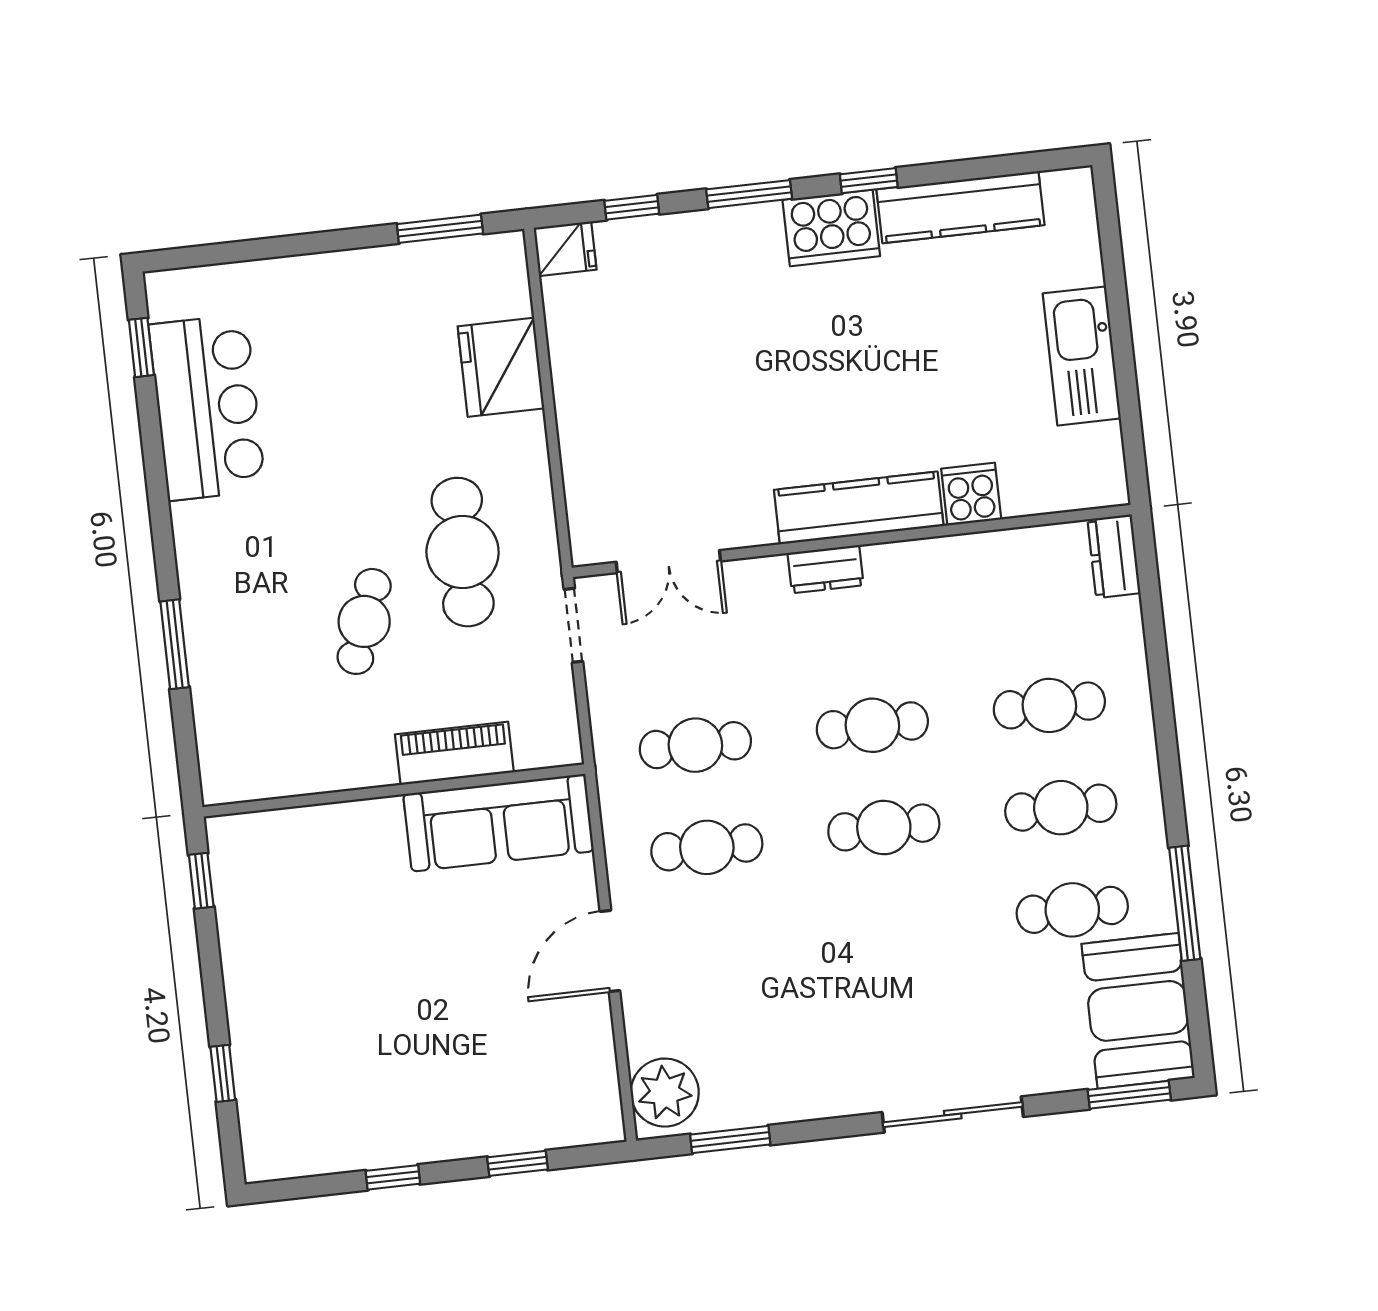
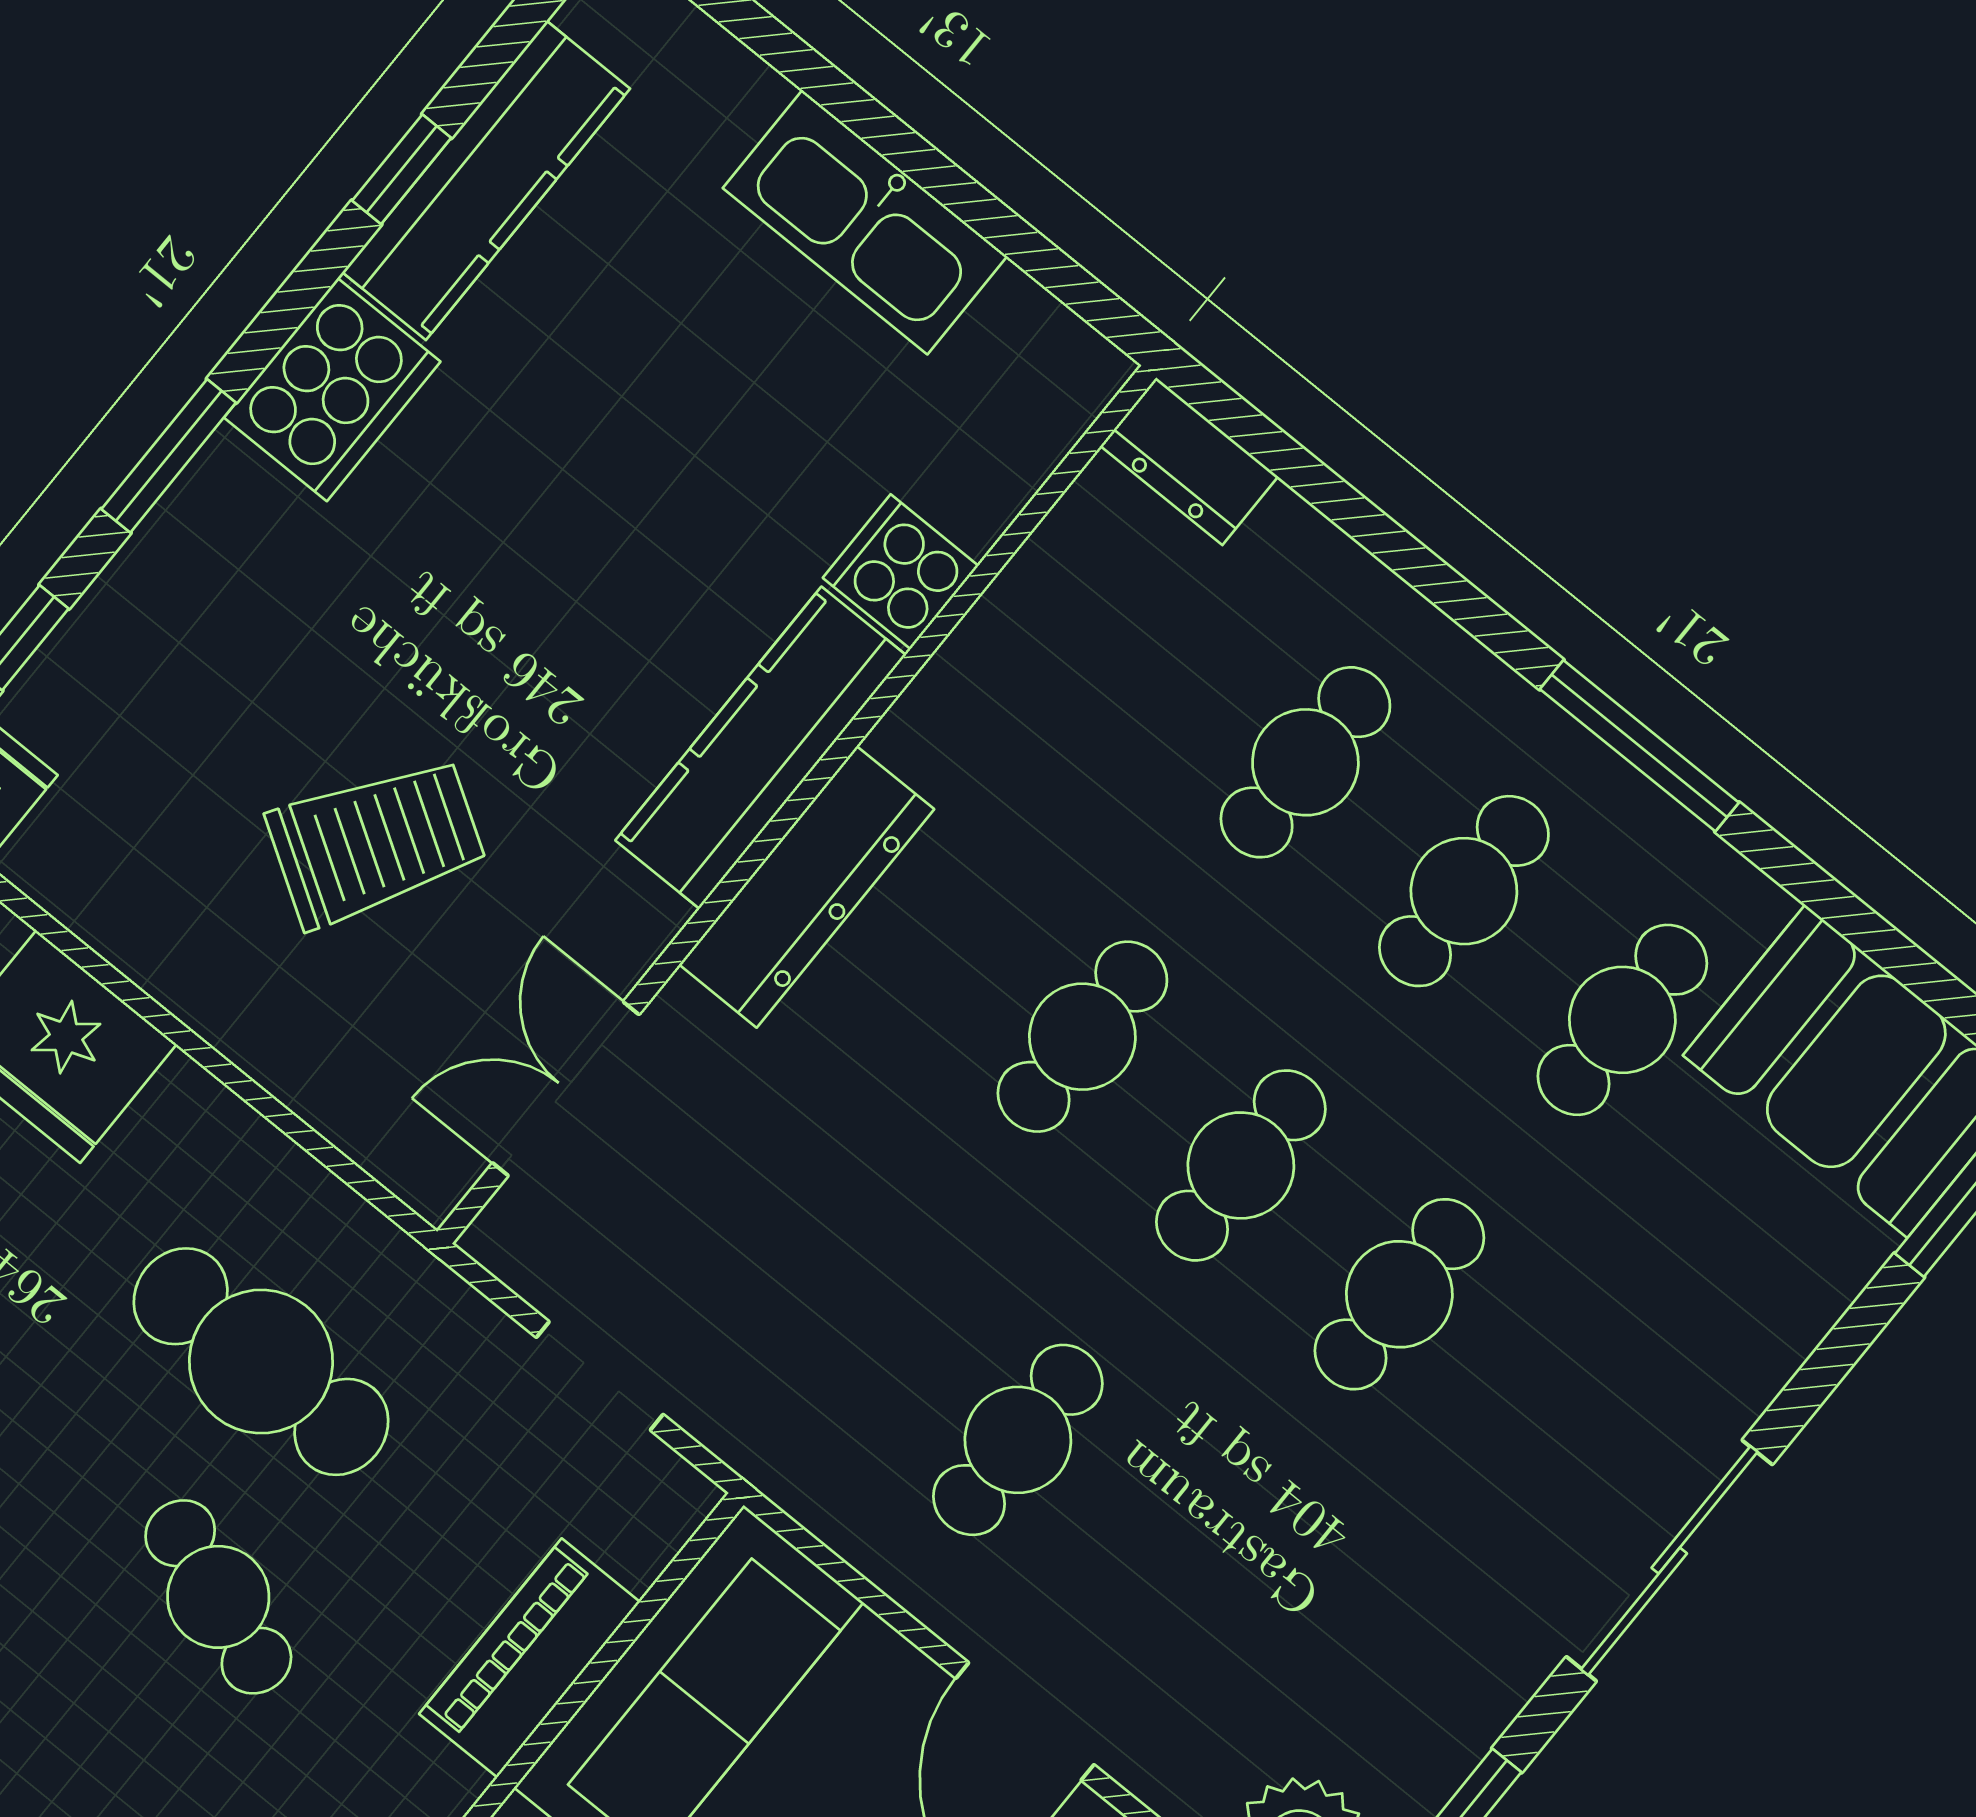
window: (869, 181) -> (402, 169), moved
trolley: (687, 406) -> (376, 842), added
double door: (668, 562) -> (566, 1089), swing flipped
dresser: (826, 569) -> (807, 887), width x1.96, depth x1.24
doorway: (573, 625) -> (600, 1376), moved
cafe table: (695, 745) -> (1399, 1294), moved
window: (1185, 903) -> (1639, 746), moved
sliding door: (953, 1115) -> (1669, 1561), moved

